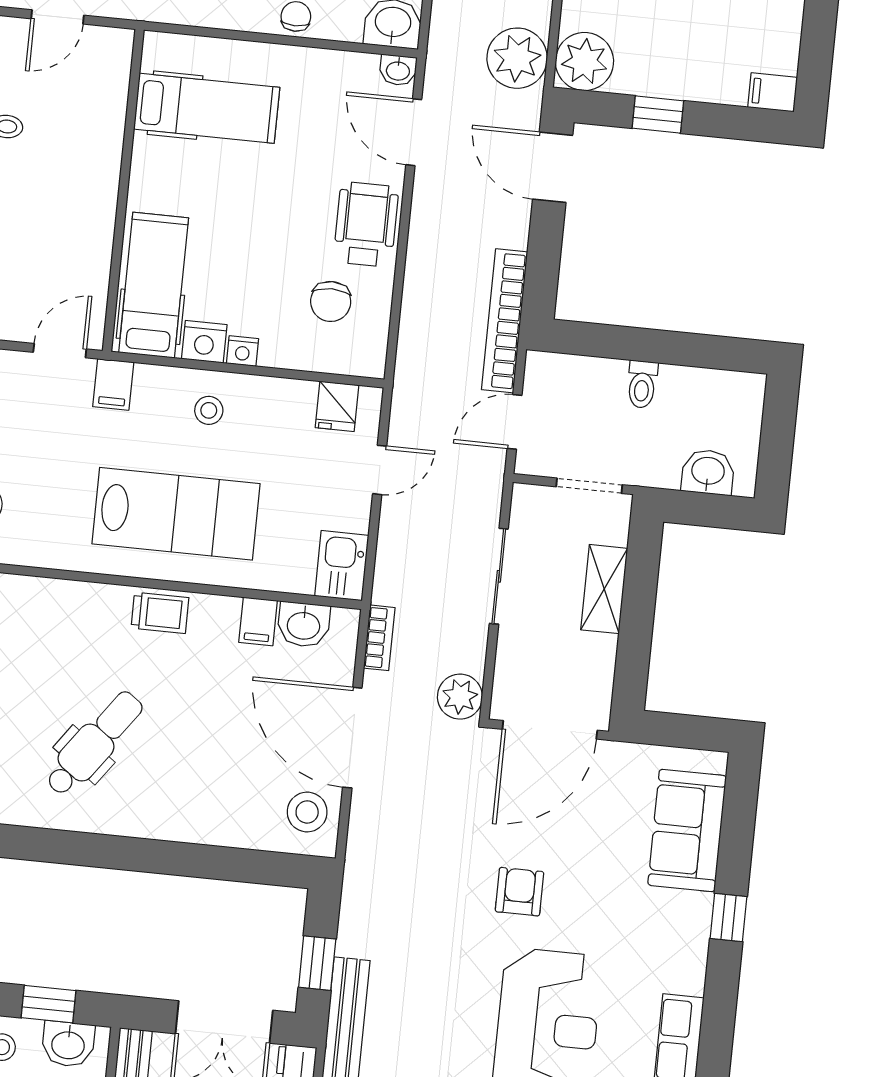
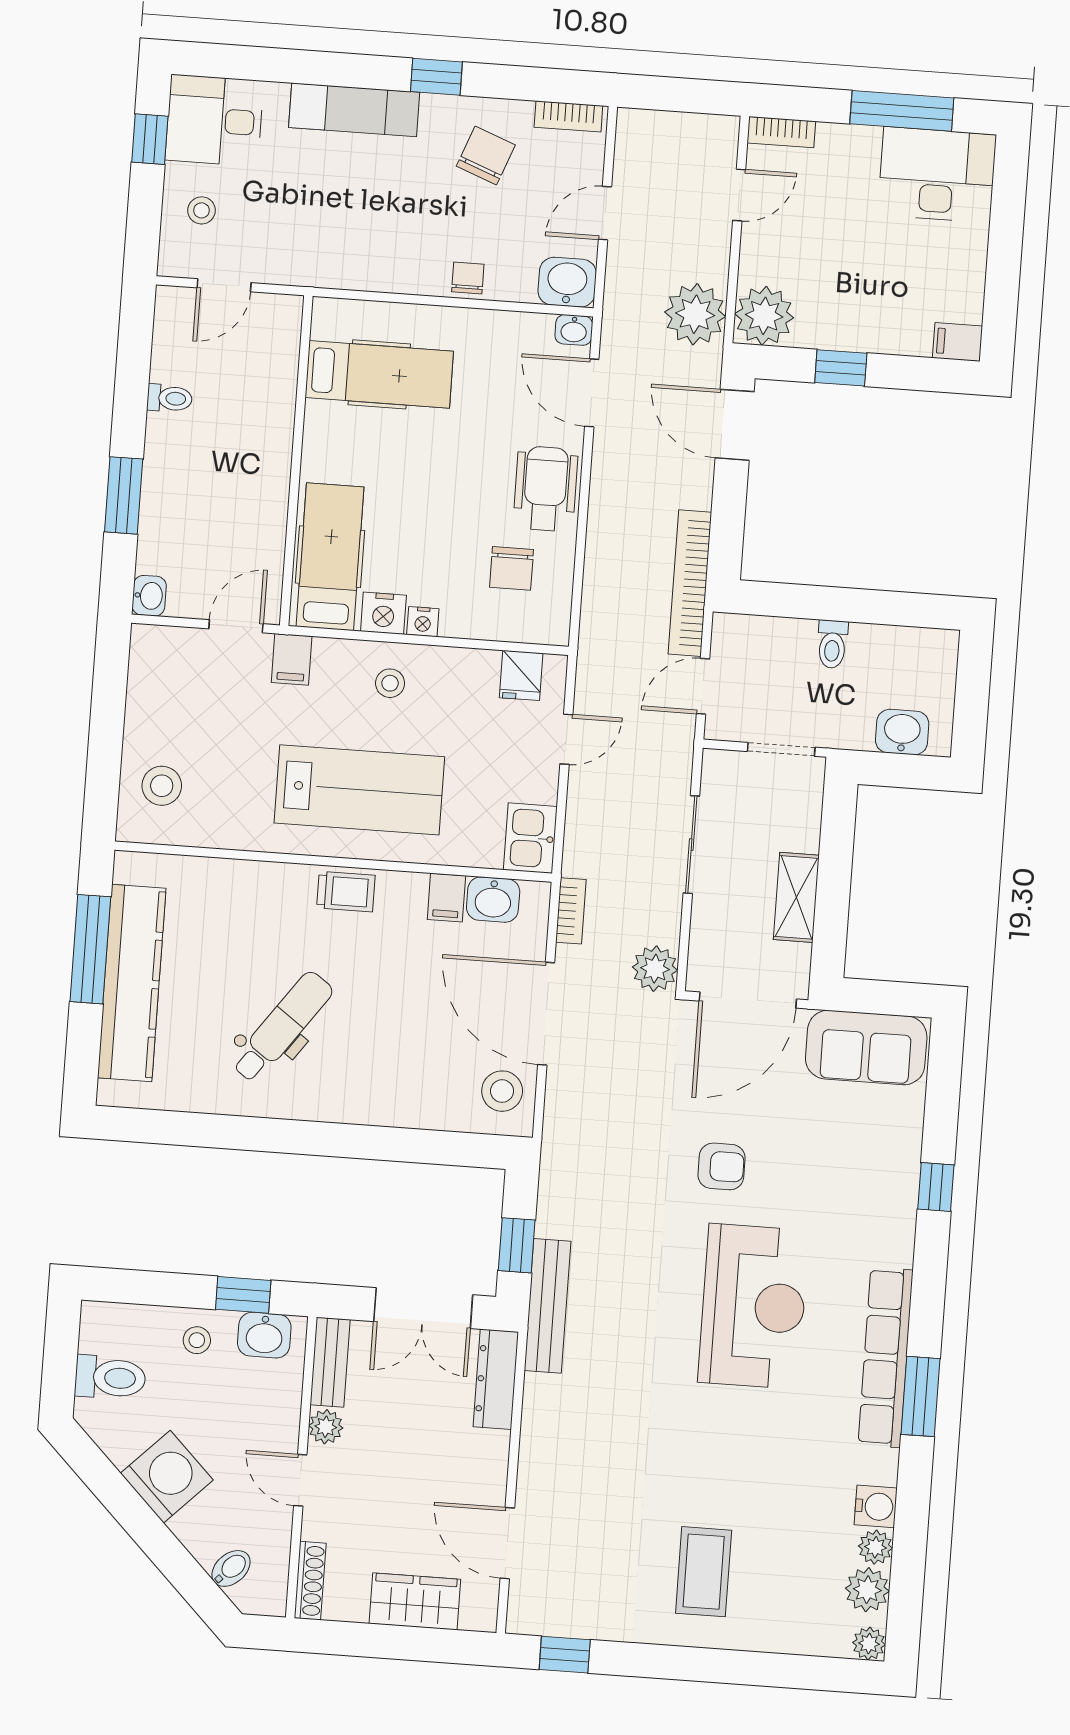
shelving: (604, 589) -> (796, 897), moved
sofa: (687, 830) -> (866, 1047), moved, turned -90
armchair: (519, 892) -> (721, 1166), turned 90

